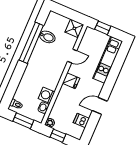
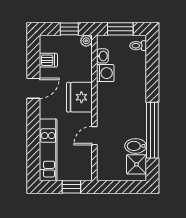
shower: (74, 28) -> (136, 164), moved
fridge: (71, 81) -> (79, 97), width x1.88, depth x1.34

